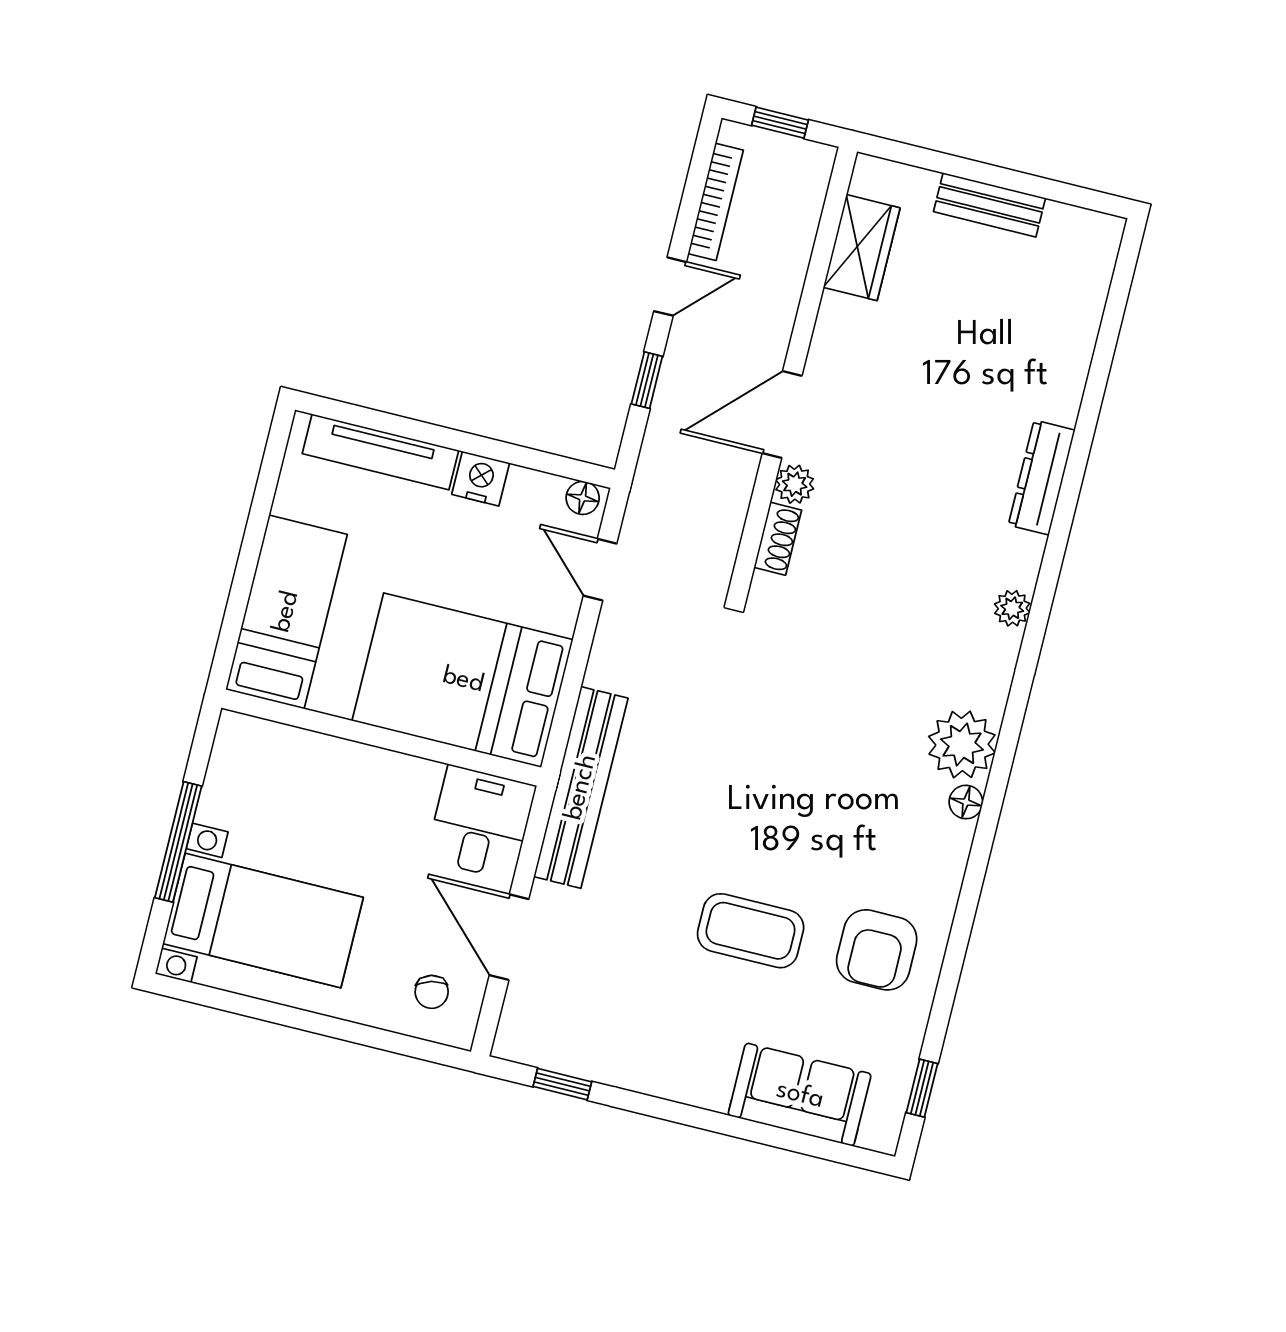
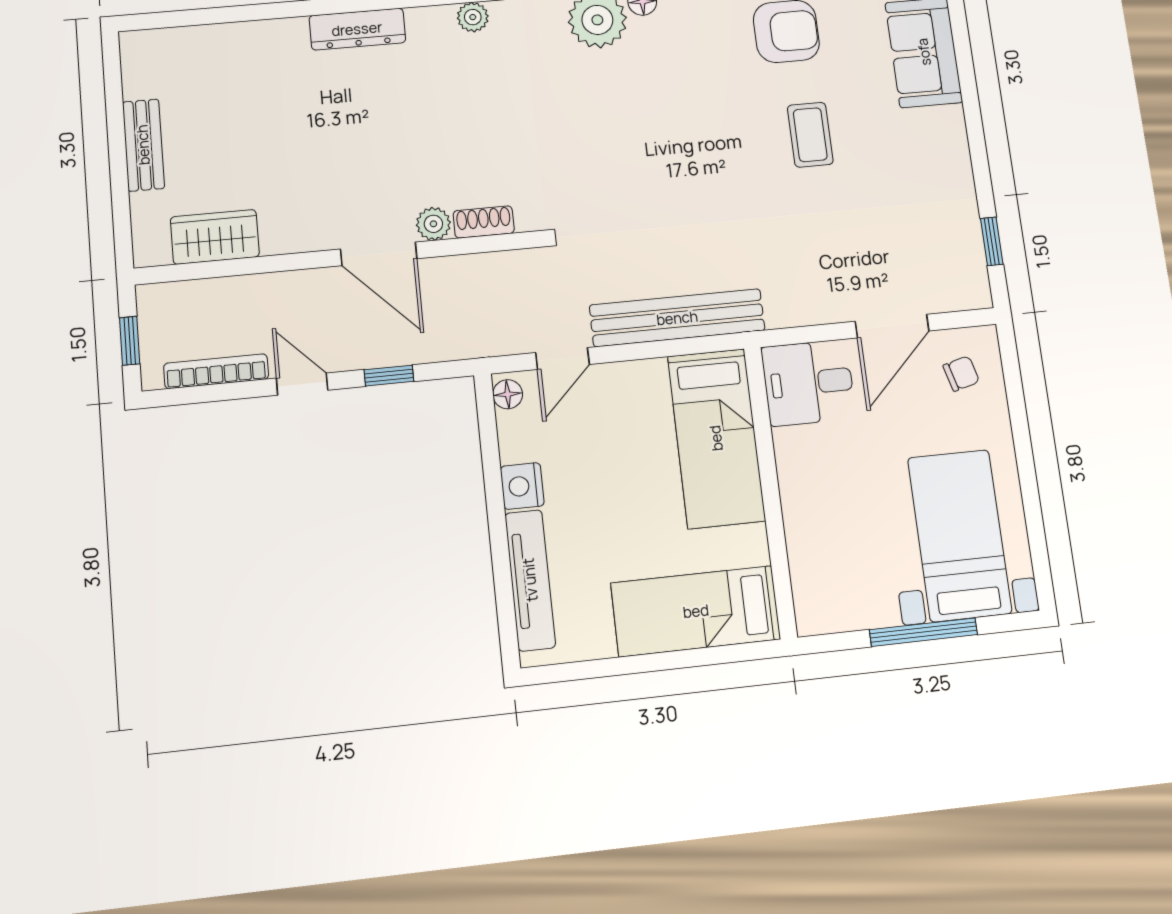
bed: (463, 680) -> (716, 438), width x0.67
bench: (581, 787) -> (677, 318), moved
coffee table: (751, 931) -> (810, 135), width x0.73, depth x0.77

